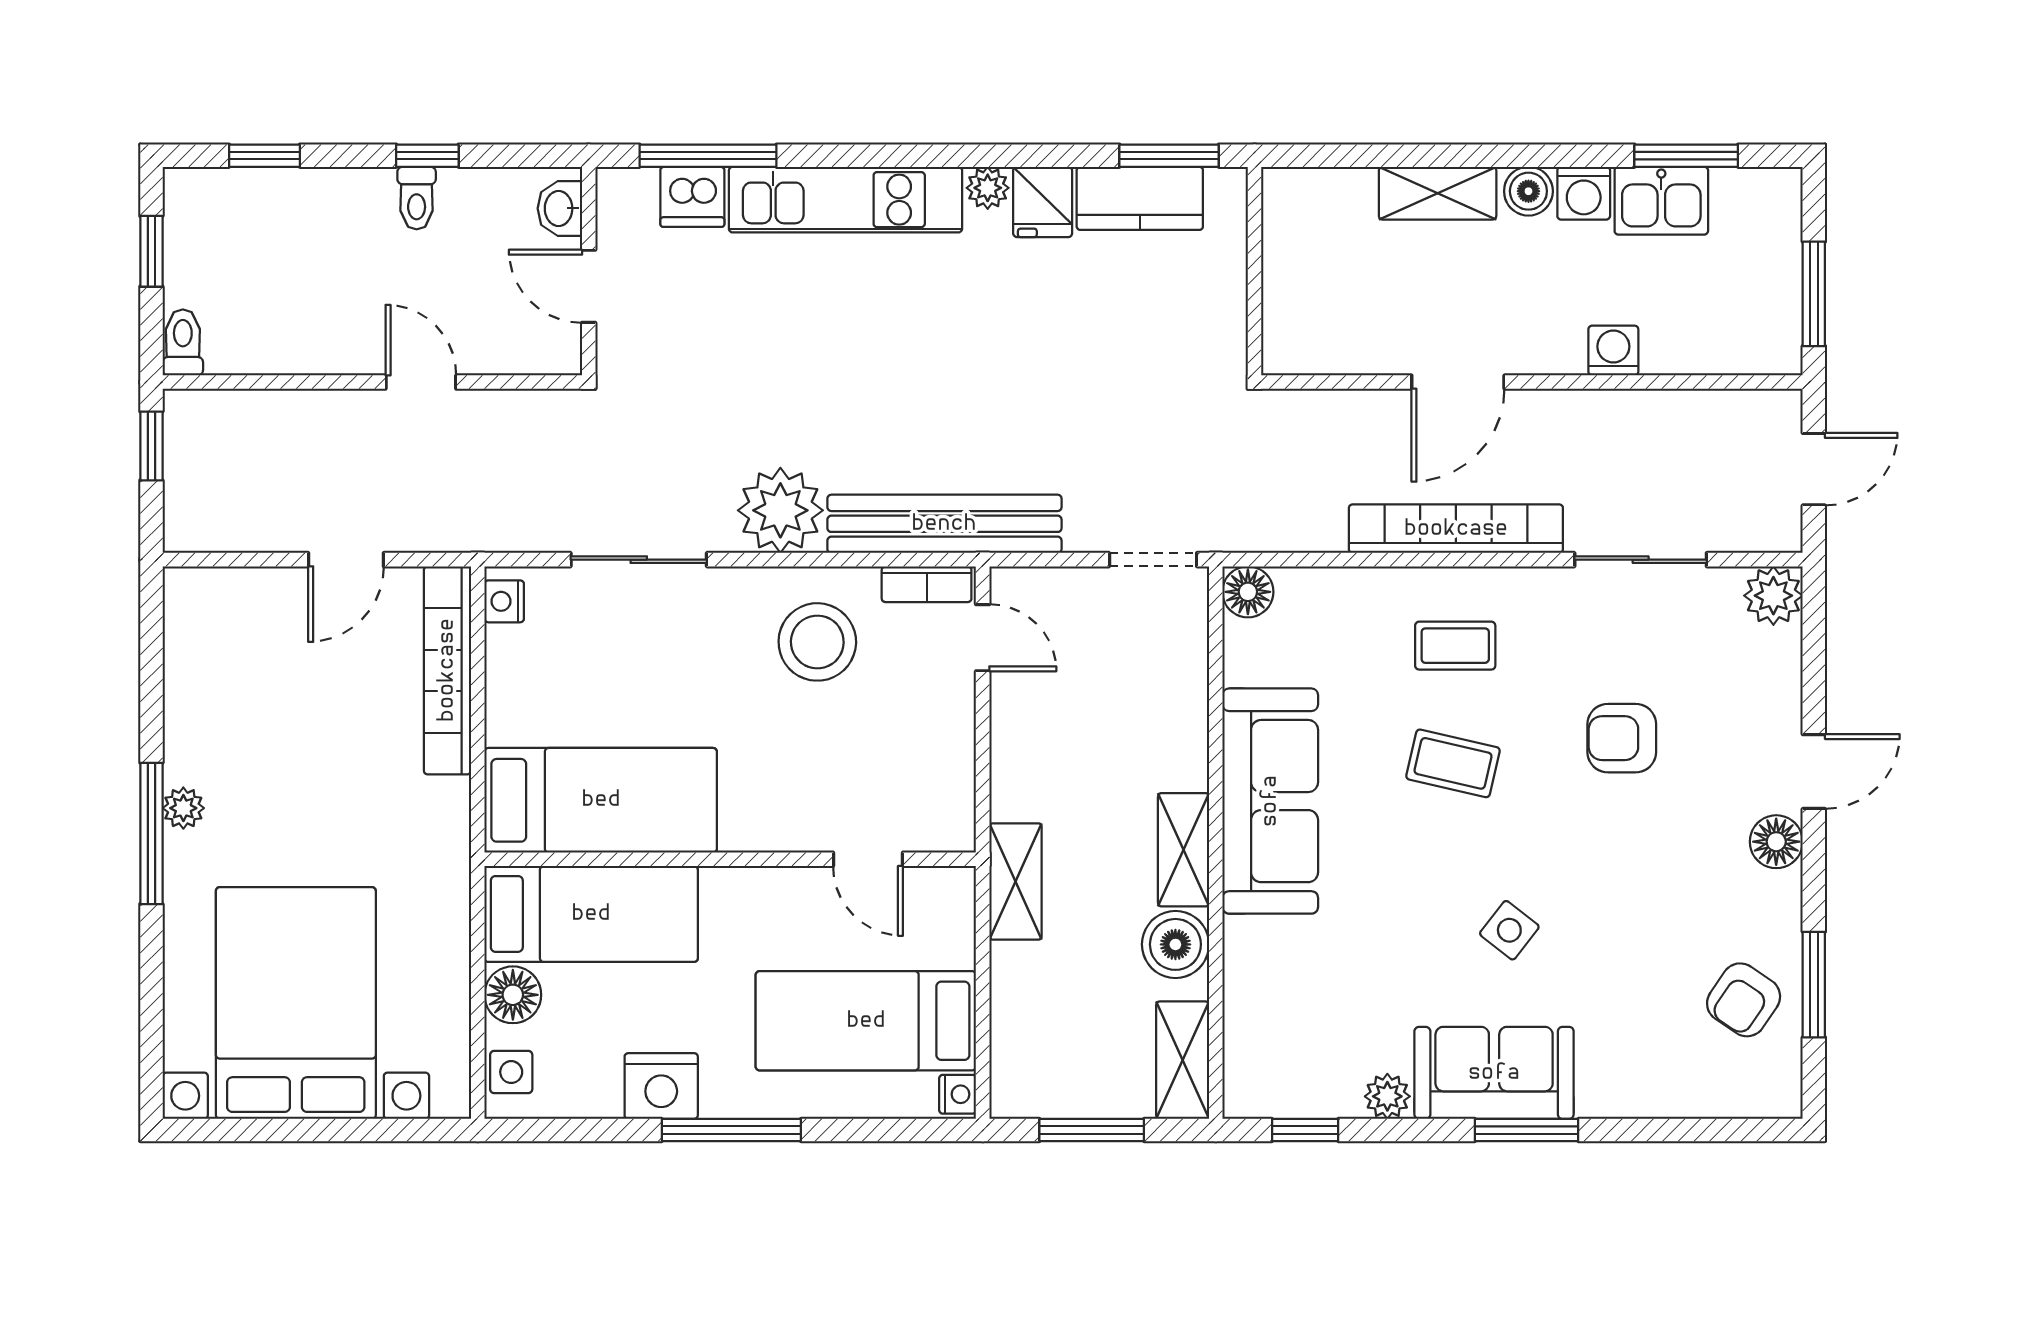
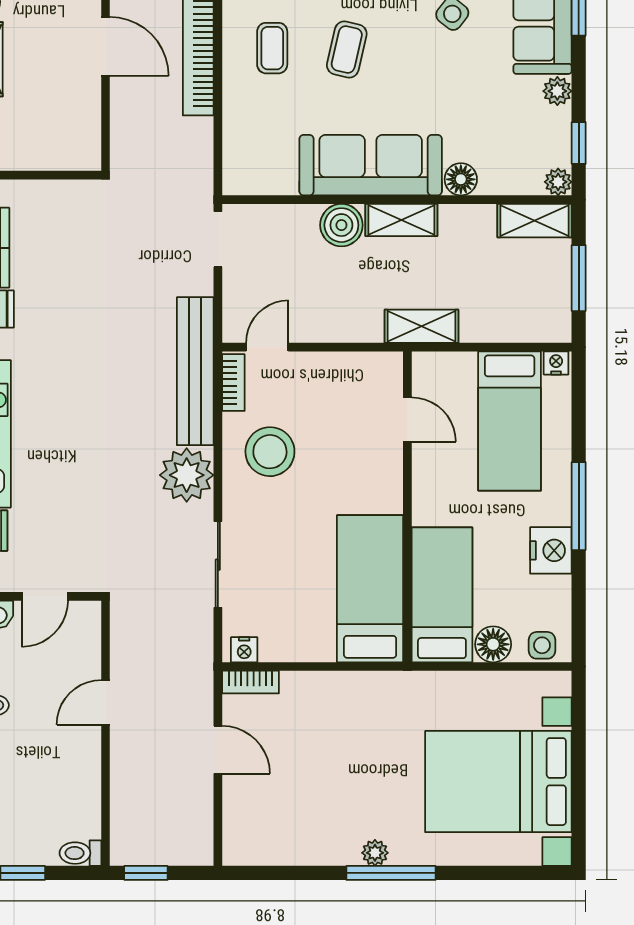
floor lamp: (1248, 592) -> (461, 179), moved
bookcase: (447, 670) -> (250, 682), width x0.43, depth x0.76
door: (868, 859) -> (407, 420), hinge flipped
boiler: (1175, 944) -> (341, 225), moved
plant: (1244, 1097) -> (558, 182), added

